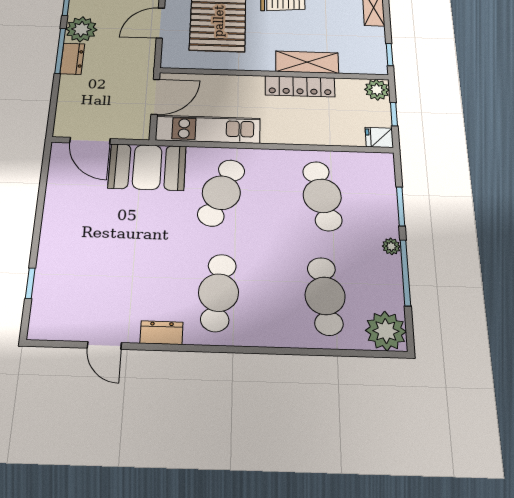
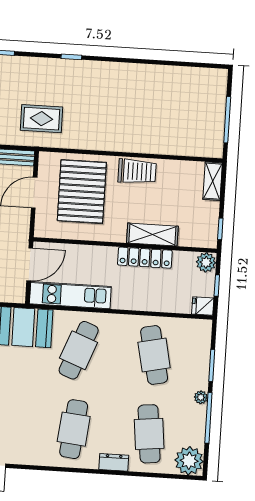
dresser: (161, 333) -> (114, 462), moved

